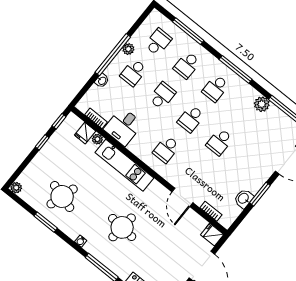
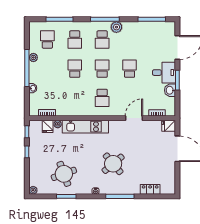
school desk: (134, 73) -> (47, 69), removed
plant: (262, 104) -> (116, 27), moved
school desk: (191, 119) -> (102, 69), turned 180
desk: (123, 127) -> (164, 73), moved, turned -90
school desk: (220, 142) -> (130, 69), turned 180
round table: (62, 196) -> (64, 174), turned -37
door: (182, 197) -> (134, 118), swing flipped
round table: (122, 227) -> (113, 164), turned 45

